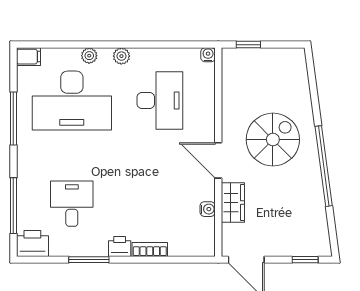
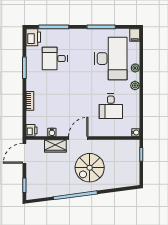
desk: (72, 101) -> (111, 59), turned 180
desk: (160, 101) -> (111, 106), width x0.73
spiral stairs: (273, 140) -> (90, 168), turned 90
desk: (72, 204) -> (55, 59), turned 180
printer: (120, 247) -> (32, 130), moved

